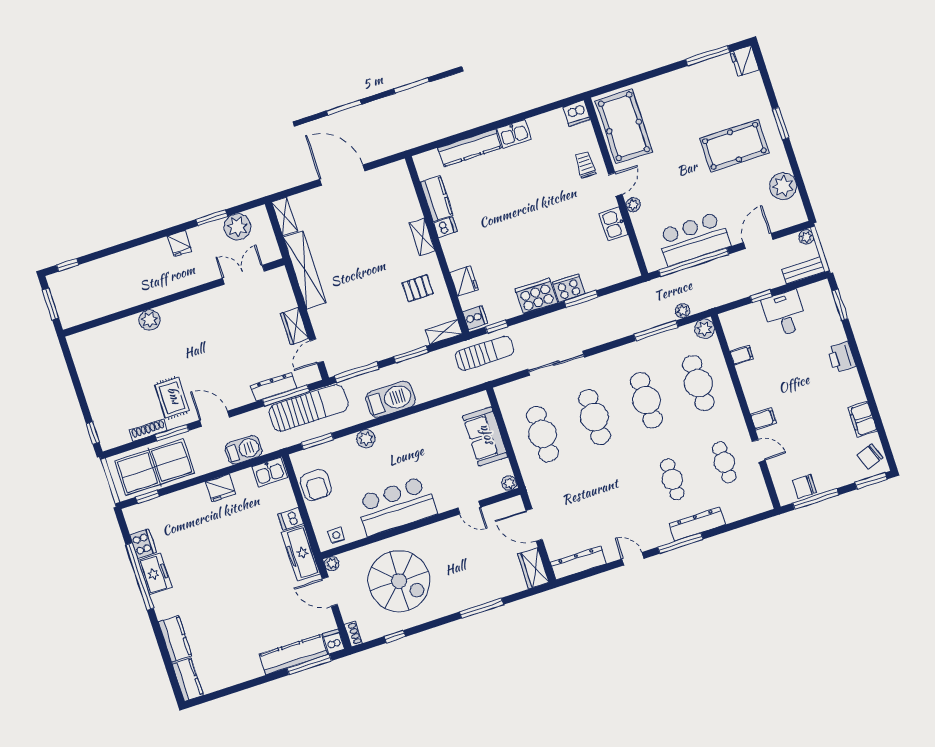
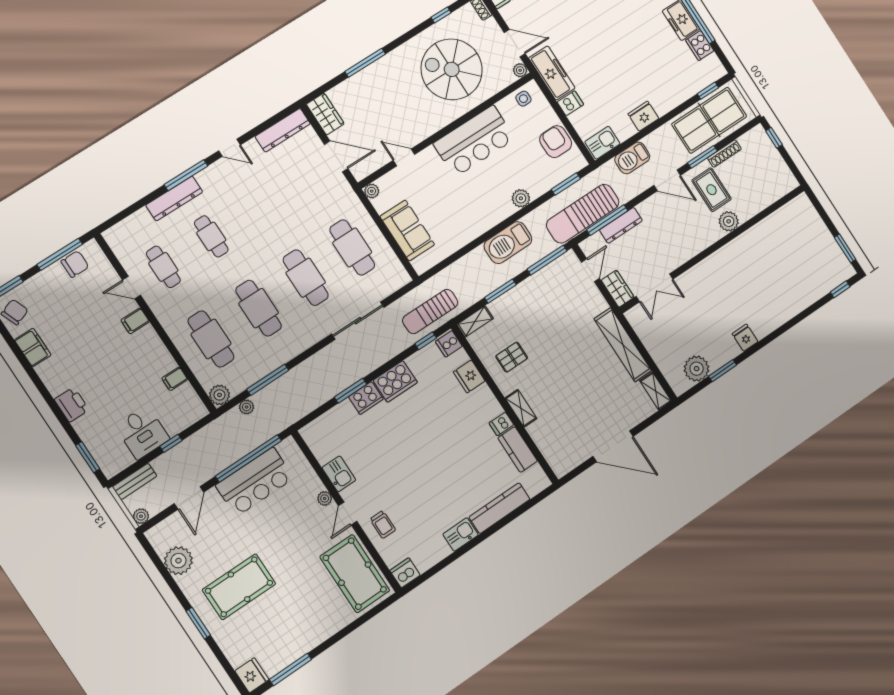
double door: (243, 275) -> (655, 288), moved
wall: (174, 297) -> (713, 249), moved
plant: (150, 320) -> (729, 221), moved

